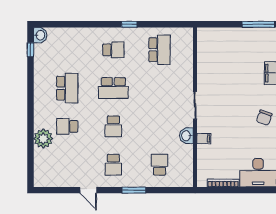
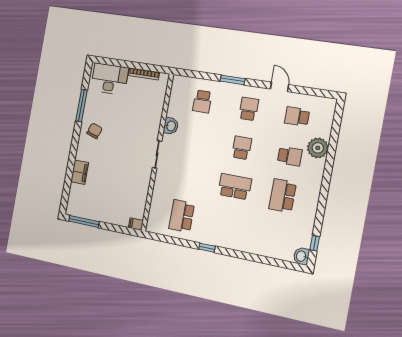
school desk: (113, 50) -> (297, 117), moved
filing cabinet: (204, 139) -> (136, 224), moved

